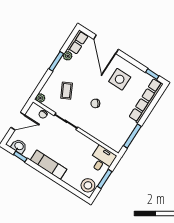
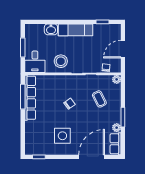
door: (106, 44) -> (92, 157), hinge flipped
row of seats: (146, 101) -> (30, 98), moved
washbasin: (19, 146) -> (51, 29), moved
stool: (88, 185) -> (61, 61), moved

